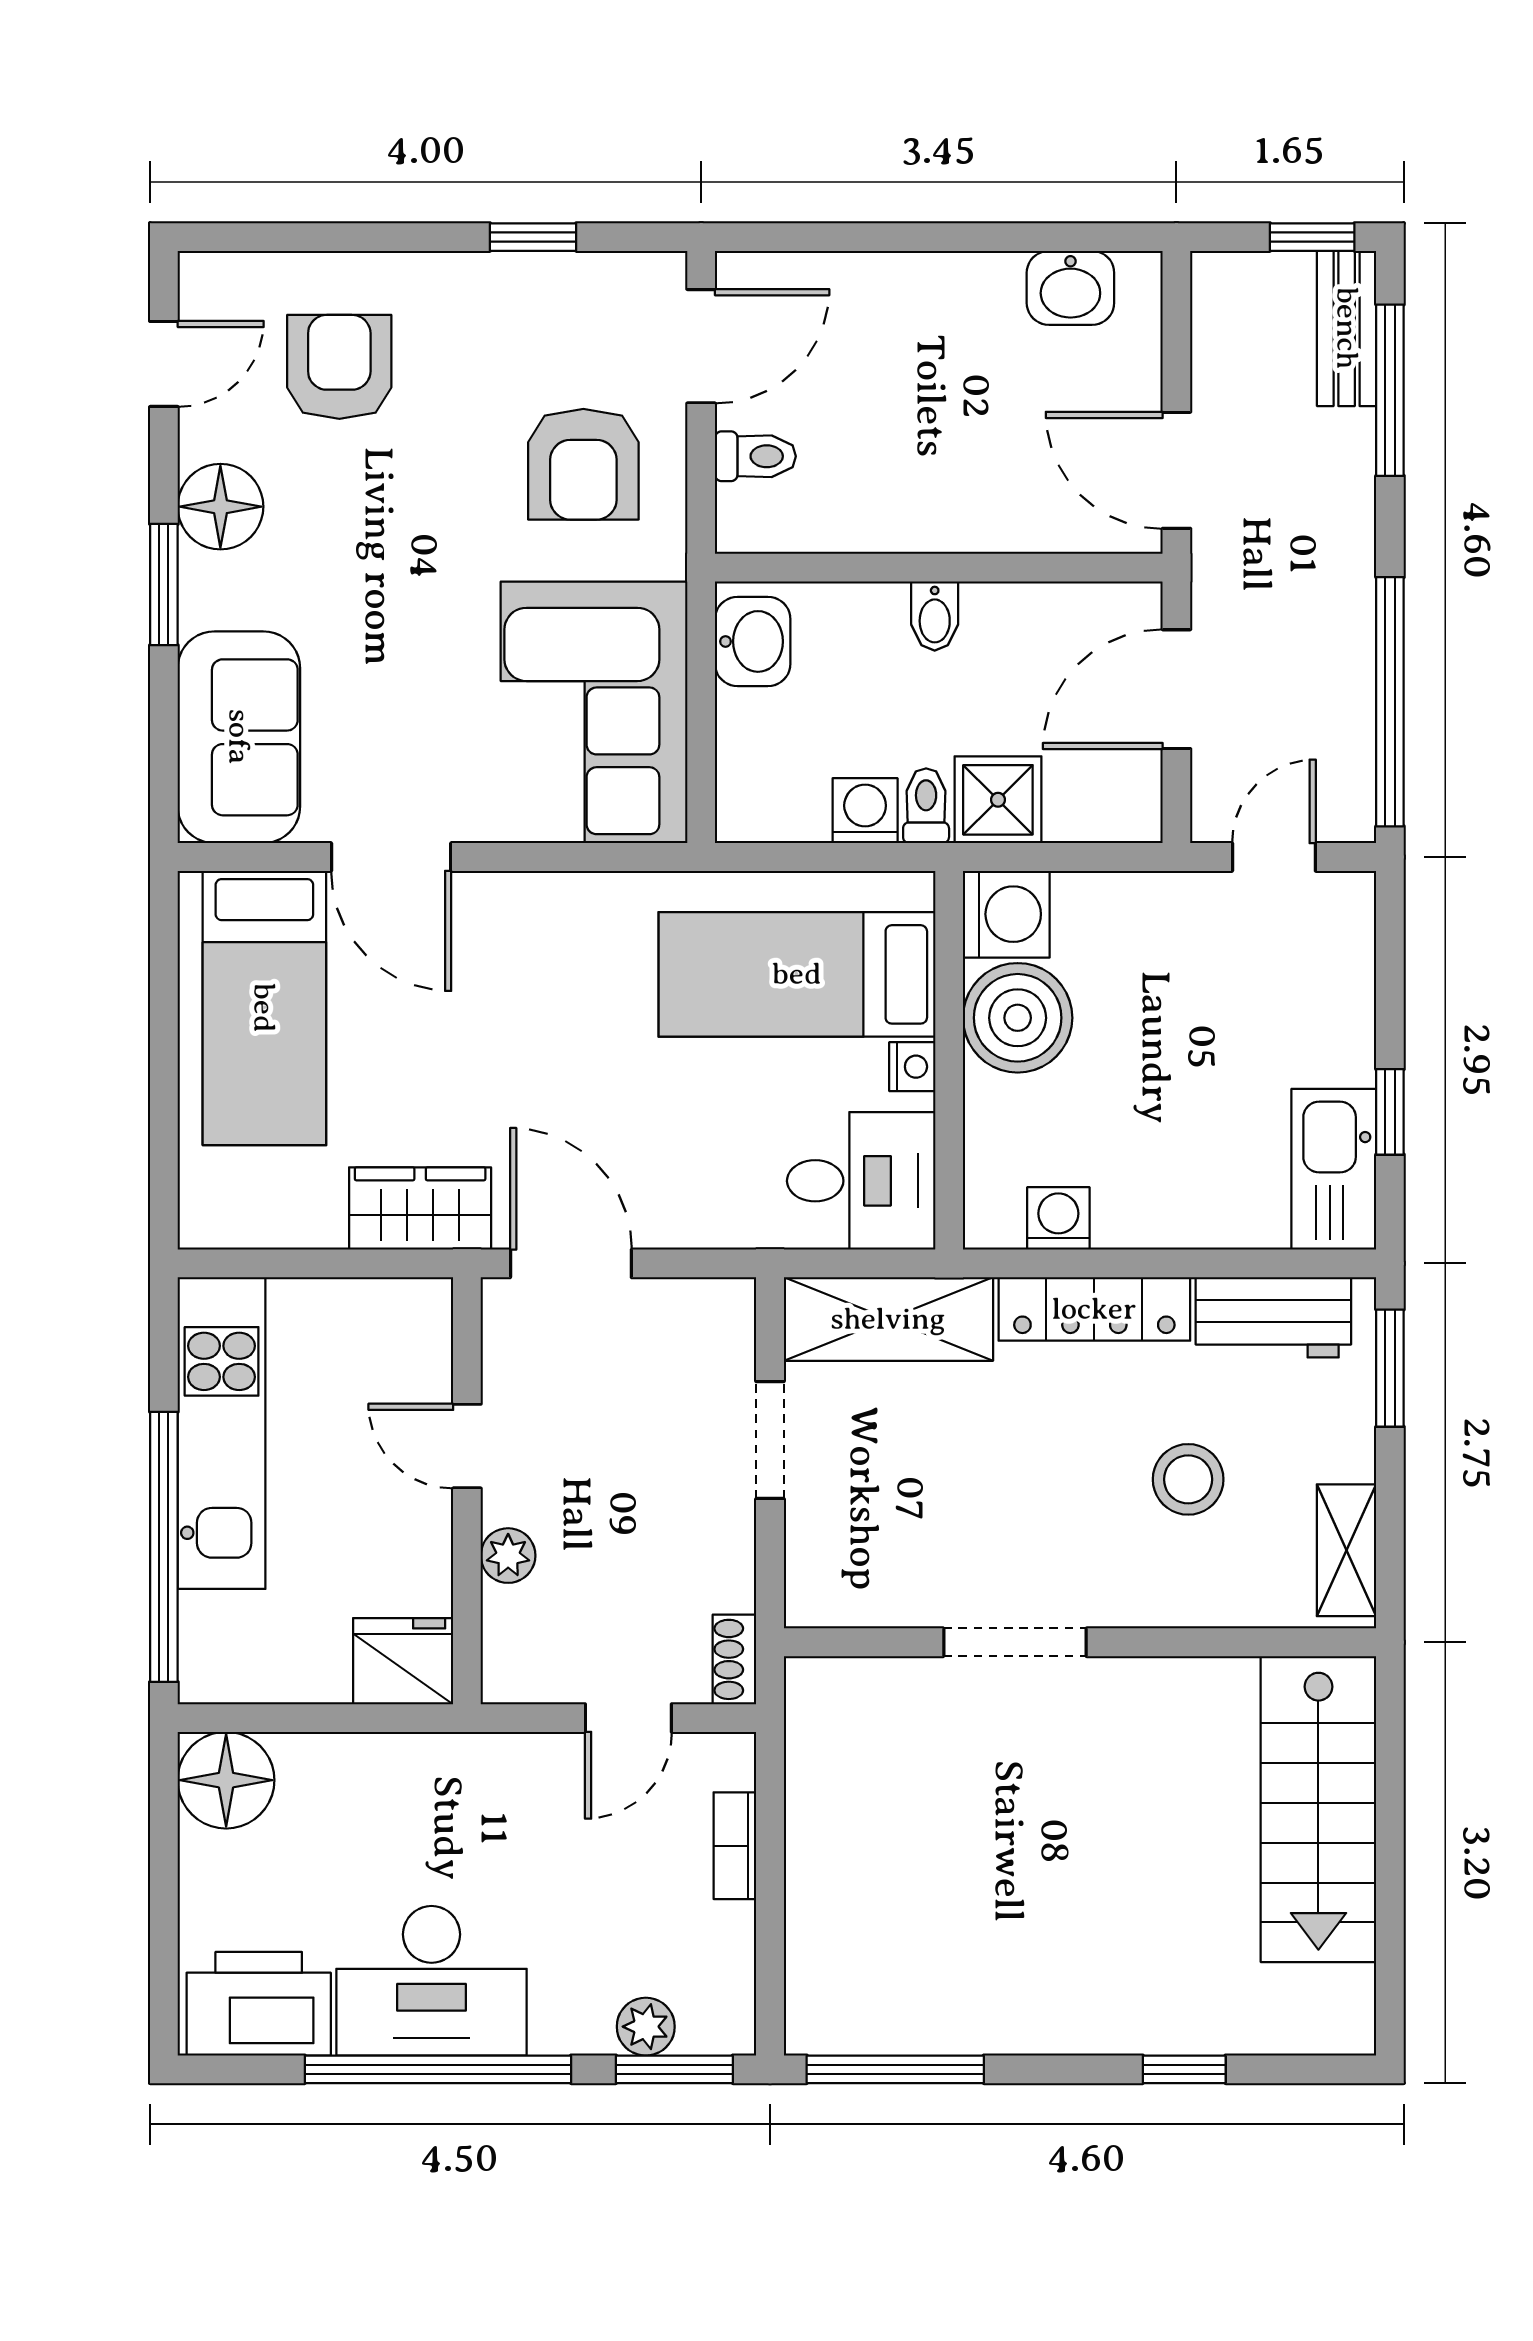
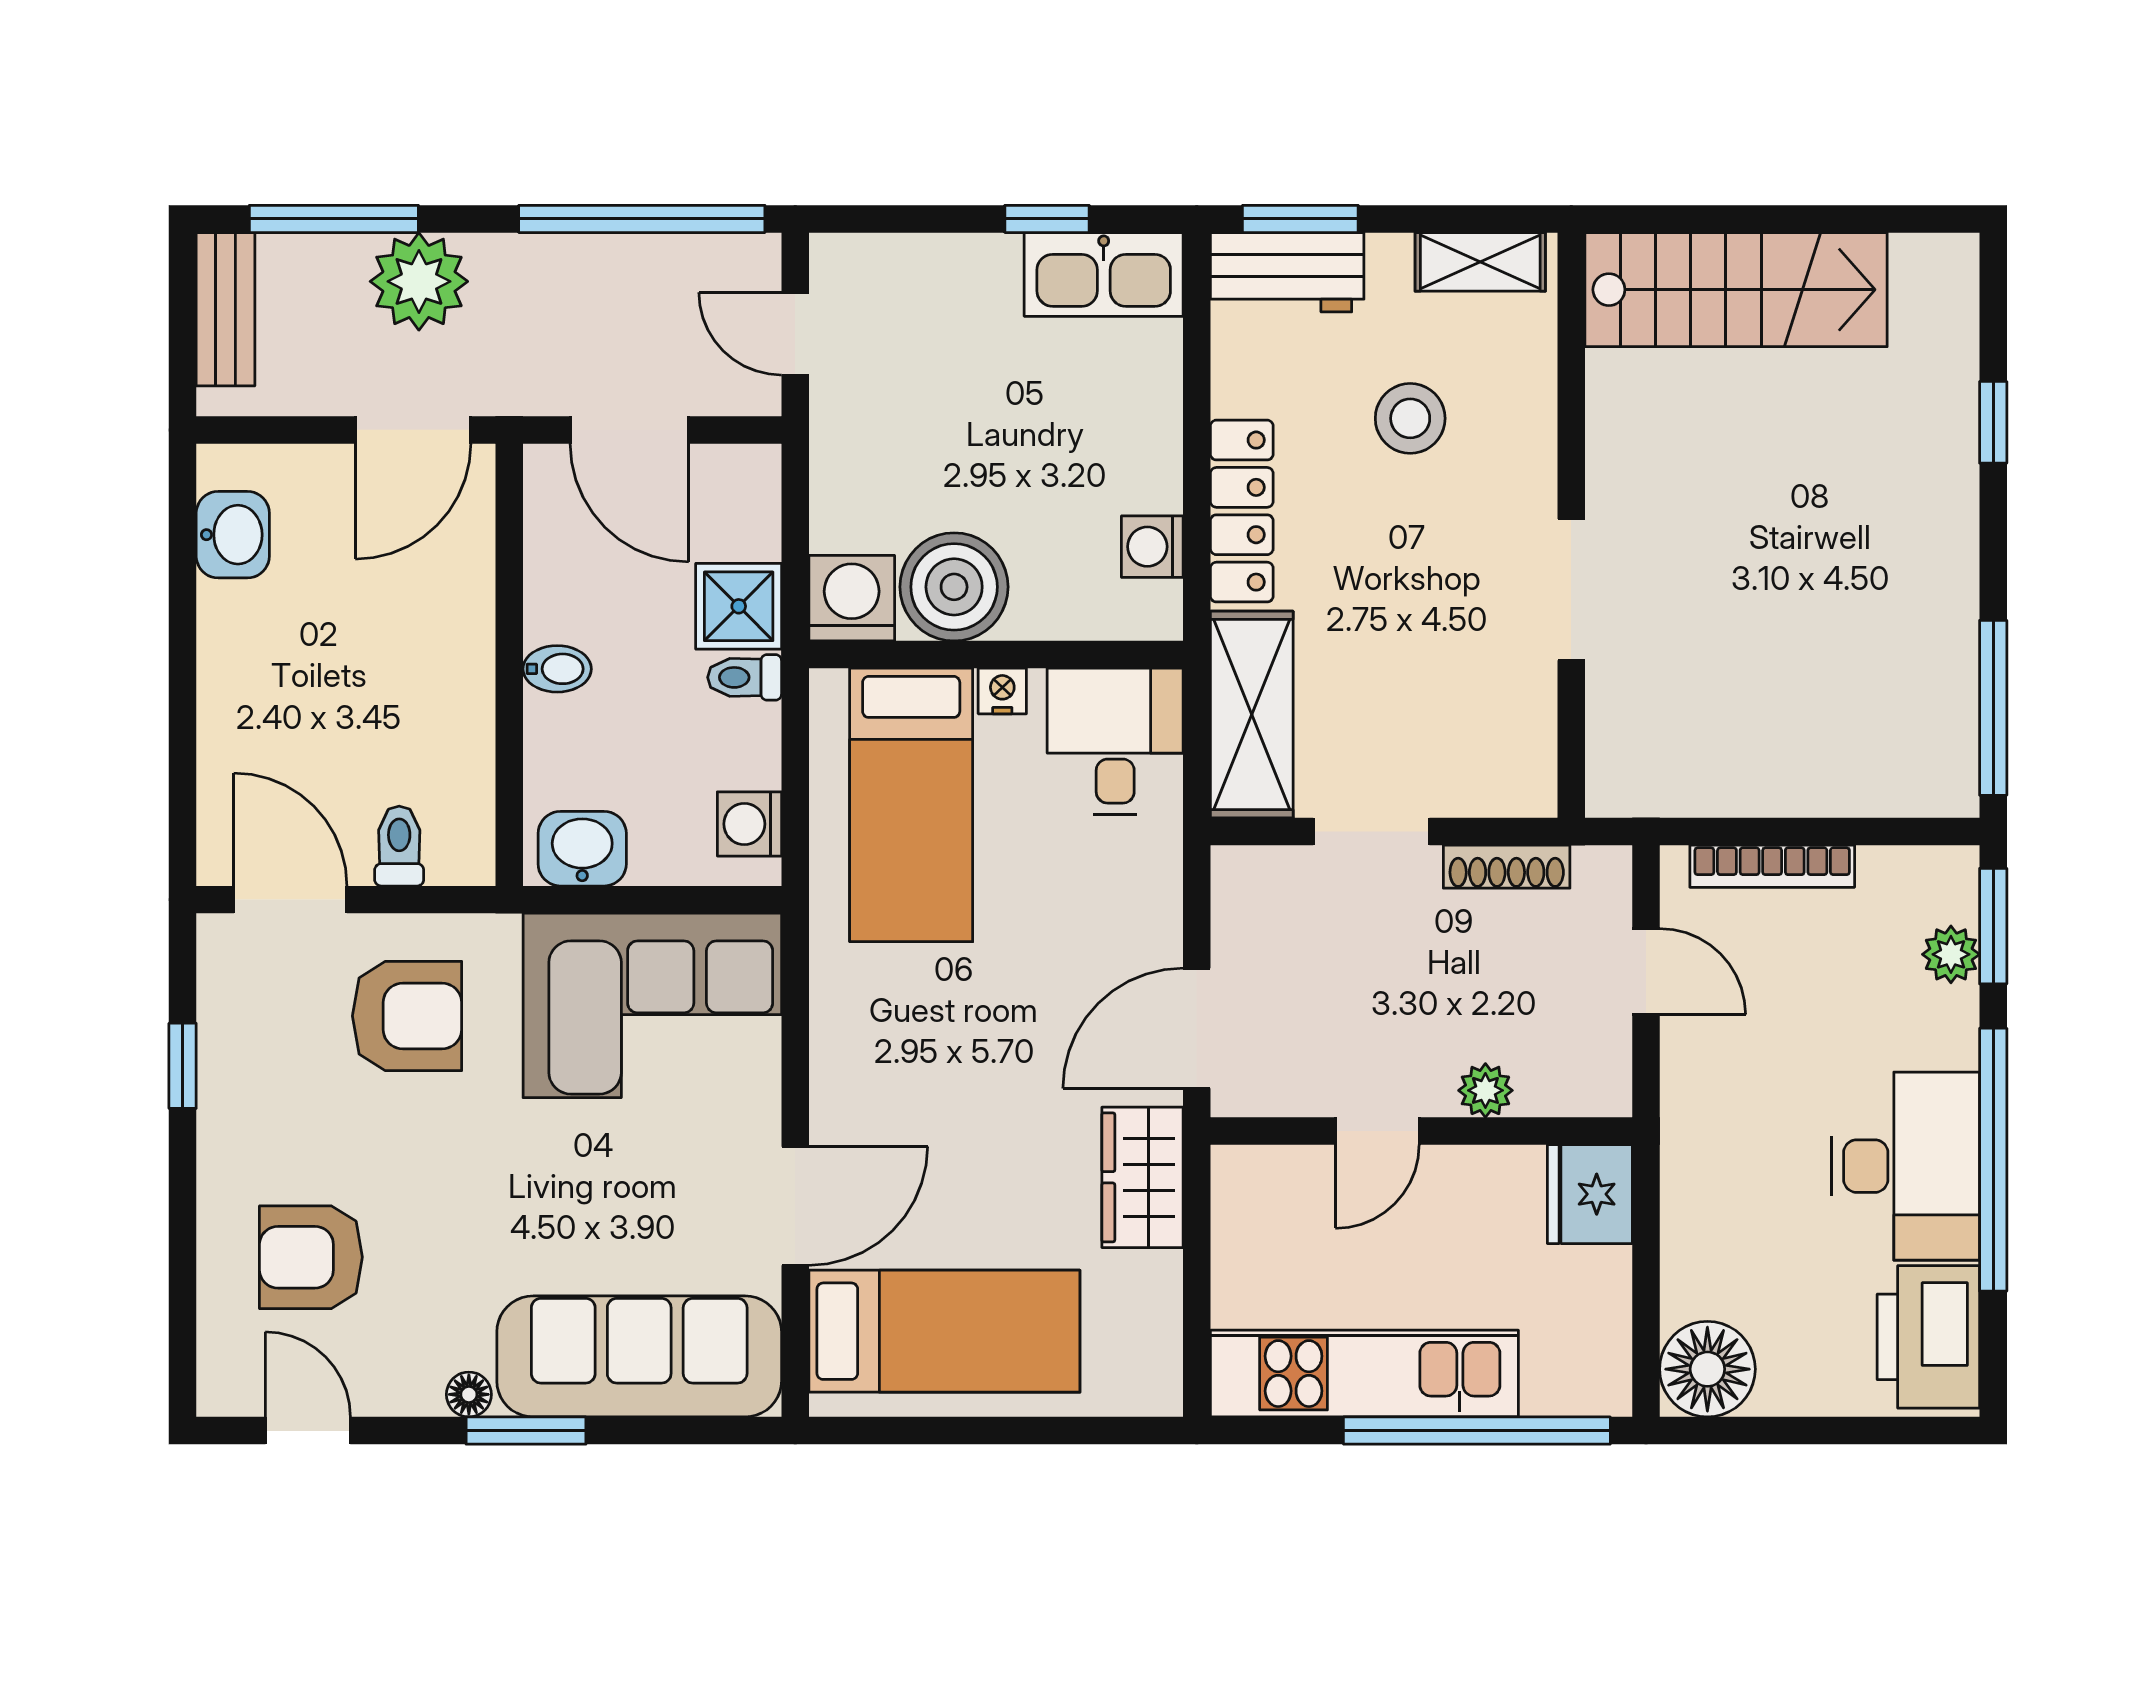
window: (1312, 237) -> (183, 296), removed
bench: (1347, 328) -> (225, 309), moved, turned 90
plant: (1327, 476) -> (419, 281), added
floor lamp: (220, 507) -> (469, 1394), width x0.53, depth x0.53
sofa: (239, 737) -> (639, 1356), width x1.36
washing machine: (865, 811) -> (749, 824), moved
workbench: (1273, 1317) -> (1287, 272), moved, turned 90
shoe rack: (734, 1659) -> (1507, 867), moved, width x1.43
bookcase: (735, 1846) -> (1772, 866), width x1.56

